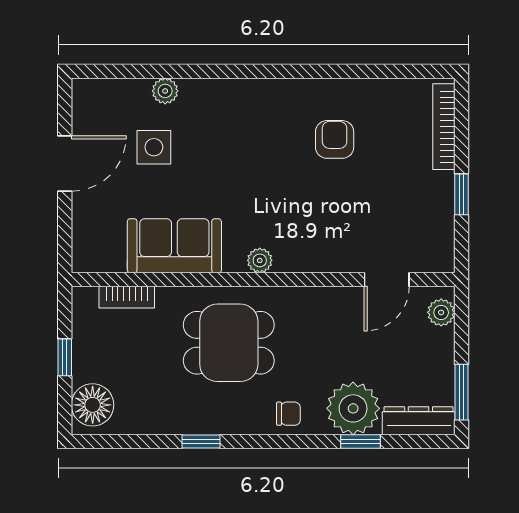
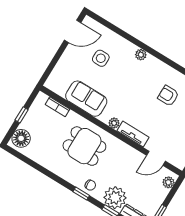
plant: (165, 91) -> (141, 55), moved
armchair: (335, 139) -> (168, 96), turned -90
door: (65, 164) -> (73, 31), moved
tv unit: (311, 259) -> (133, 134), added
window: (201, 442) -> (81, 194), moved

